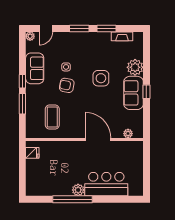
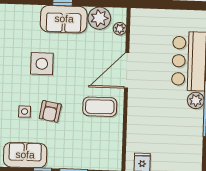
plant: (135, 67) -> (99, 18), moved
coffee table: (52, 117) -> (100, 107), moved

